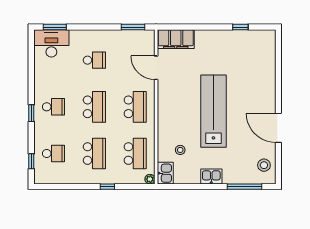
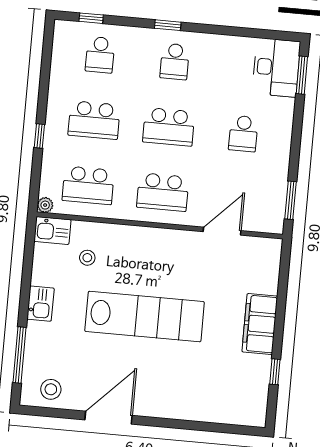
filing cabinet: (176, 39) -> (260, 324), moved

